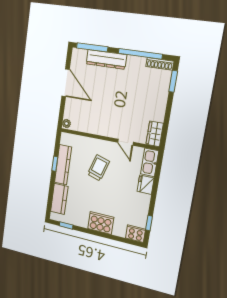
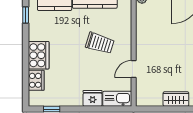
wardrobe: (155, 134) -> (176, 99), moved
cooker: (135, 234) -> (36, 80), moved

